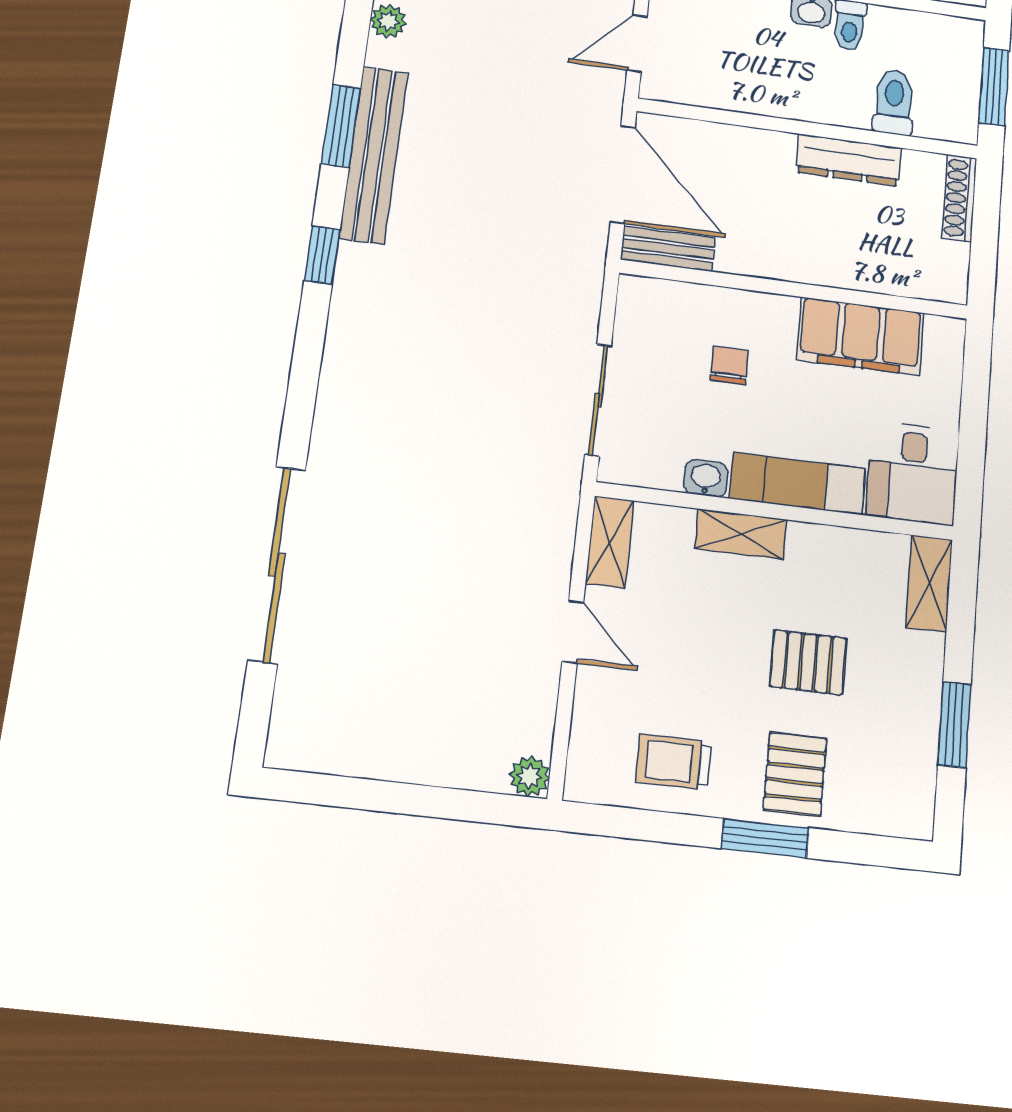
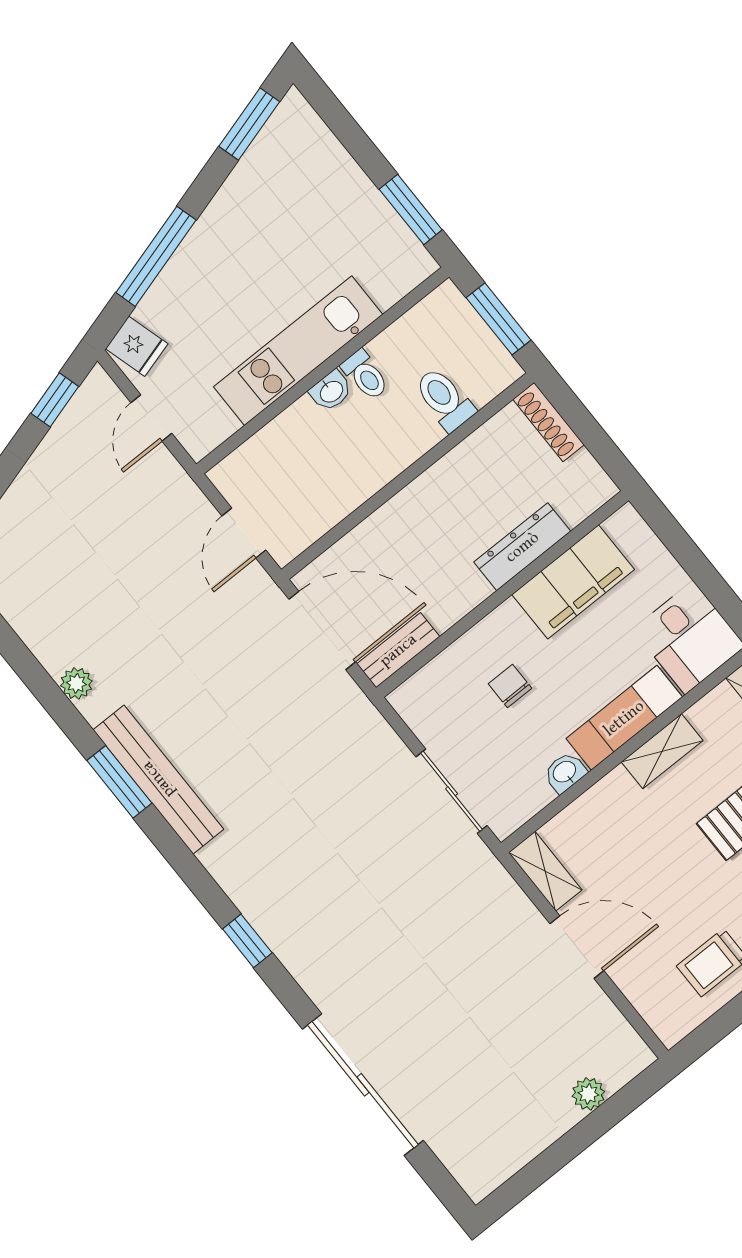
dresser: (849, 160) -> (522, 547), moved, turned 180
window: (322, 255) -> (247, 941), moved
shelving: (741, 534) -> (662, 751), moved
door: (573, 632) -> (577, 947), width x1.37
plant: (530, 776) -> (588, 1094), moved

